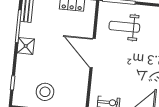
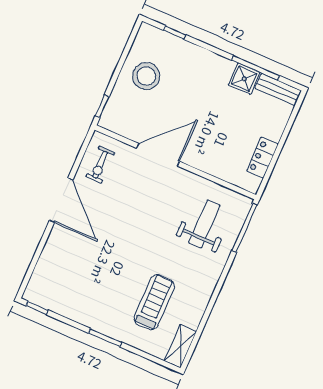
shower: (26, 46) -> (244, 79), moved
door: (93, 53) -> (158, 155), moved

